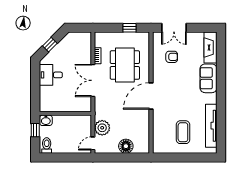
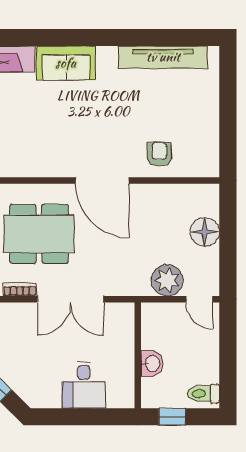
armchair: (172, 57) -> (159, 154), moved
desk: (51, 75) -> (84, 385), moved
washbasin: (46, 120) -> (152, 363), moved
coffee table: (183, 132) -> (176, 115), removed

